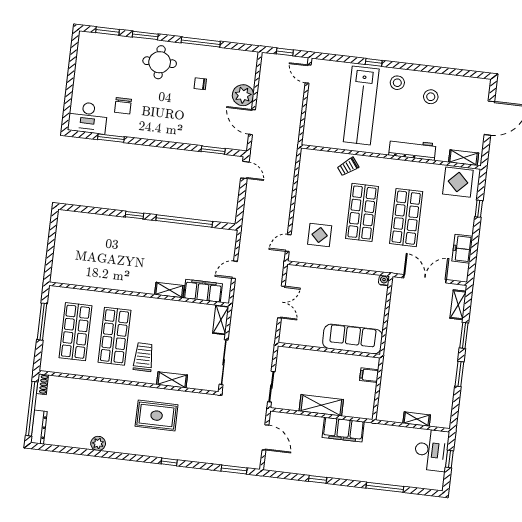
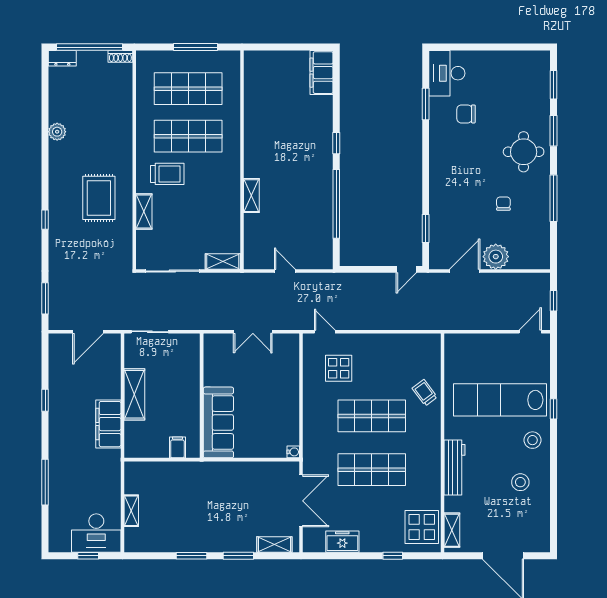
filing cabinet: (203, 291) -> (322, 73), moved, turned 180
dresser: (39, 427) -> (62, 58), width x0.70

